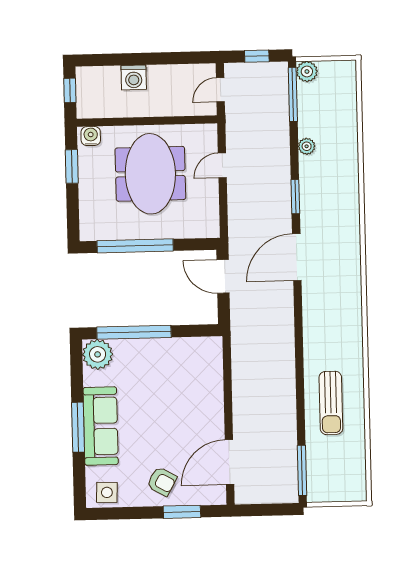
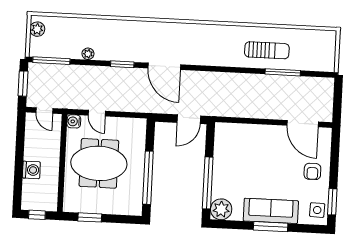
window: (257, 56) -> (23, 84), width x1.50
plant: (307, 72) -> (37, 29), moved
water cooler: (91, 136) -> (74, 121), moved
door: (223, 276) -> (189, 119), moved
window: (302, 470) -> (283, 72), moved
armchair: (162, 481) -> (312, 171), turned 151
window: (182, 512) -> (332, 202), moved

